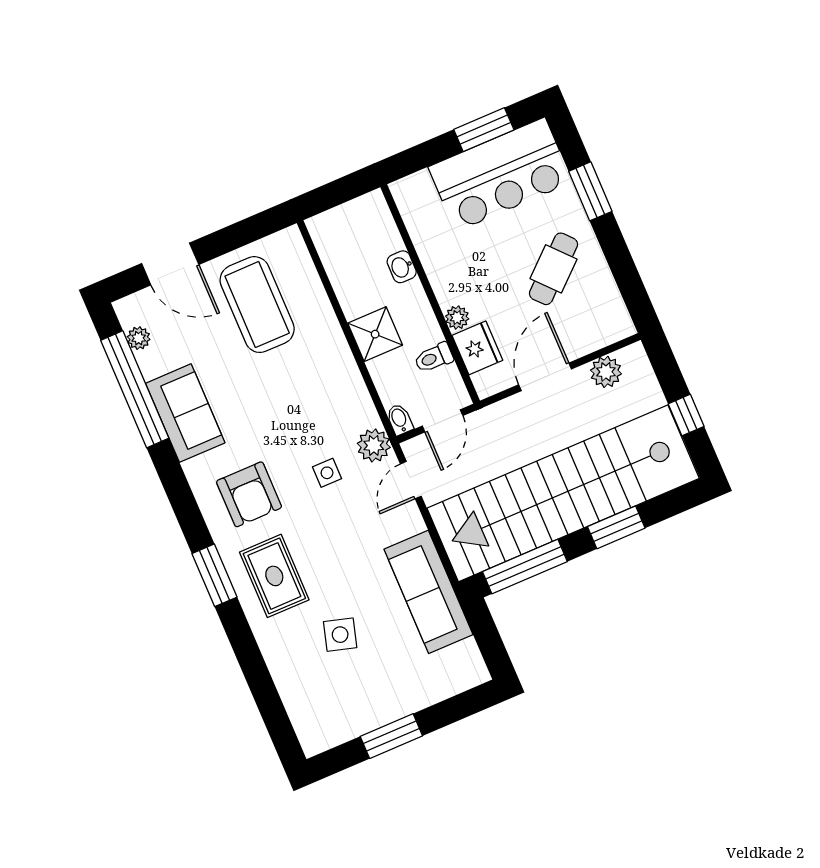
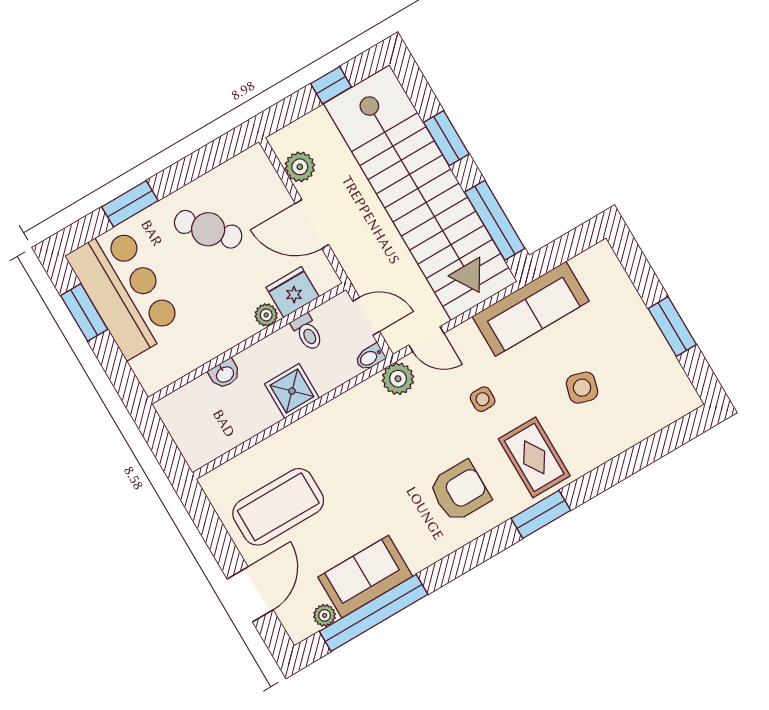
sofa: (185, 413) -> (365, 577), moved
side table: (327, 473) -> (483, 399), moved
rug: (274, 576) -> (534, 457), turned 90

